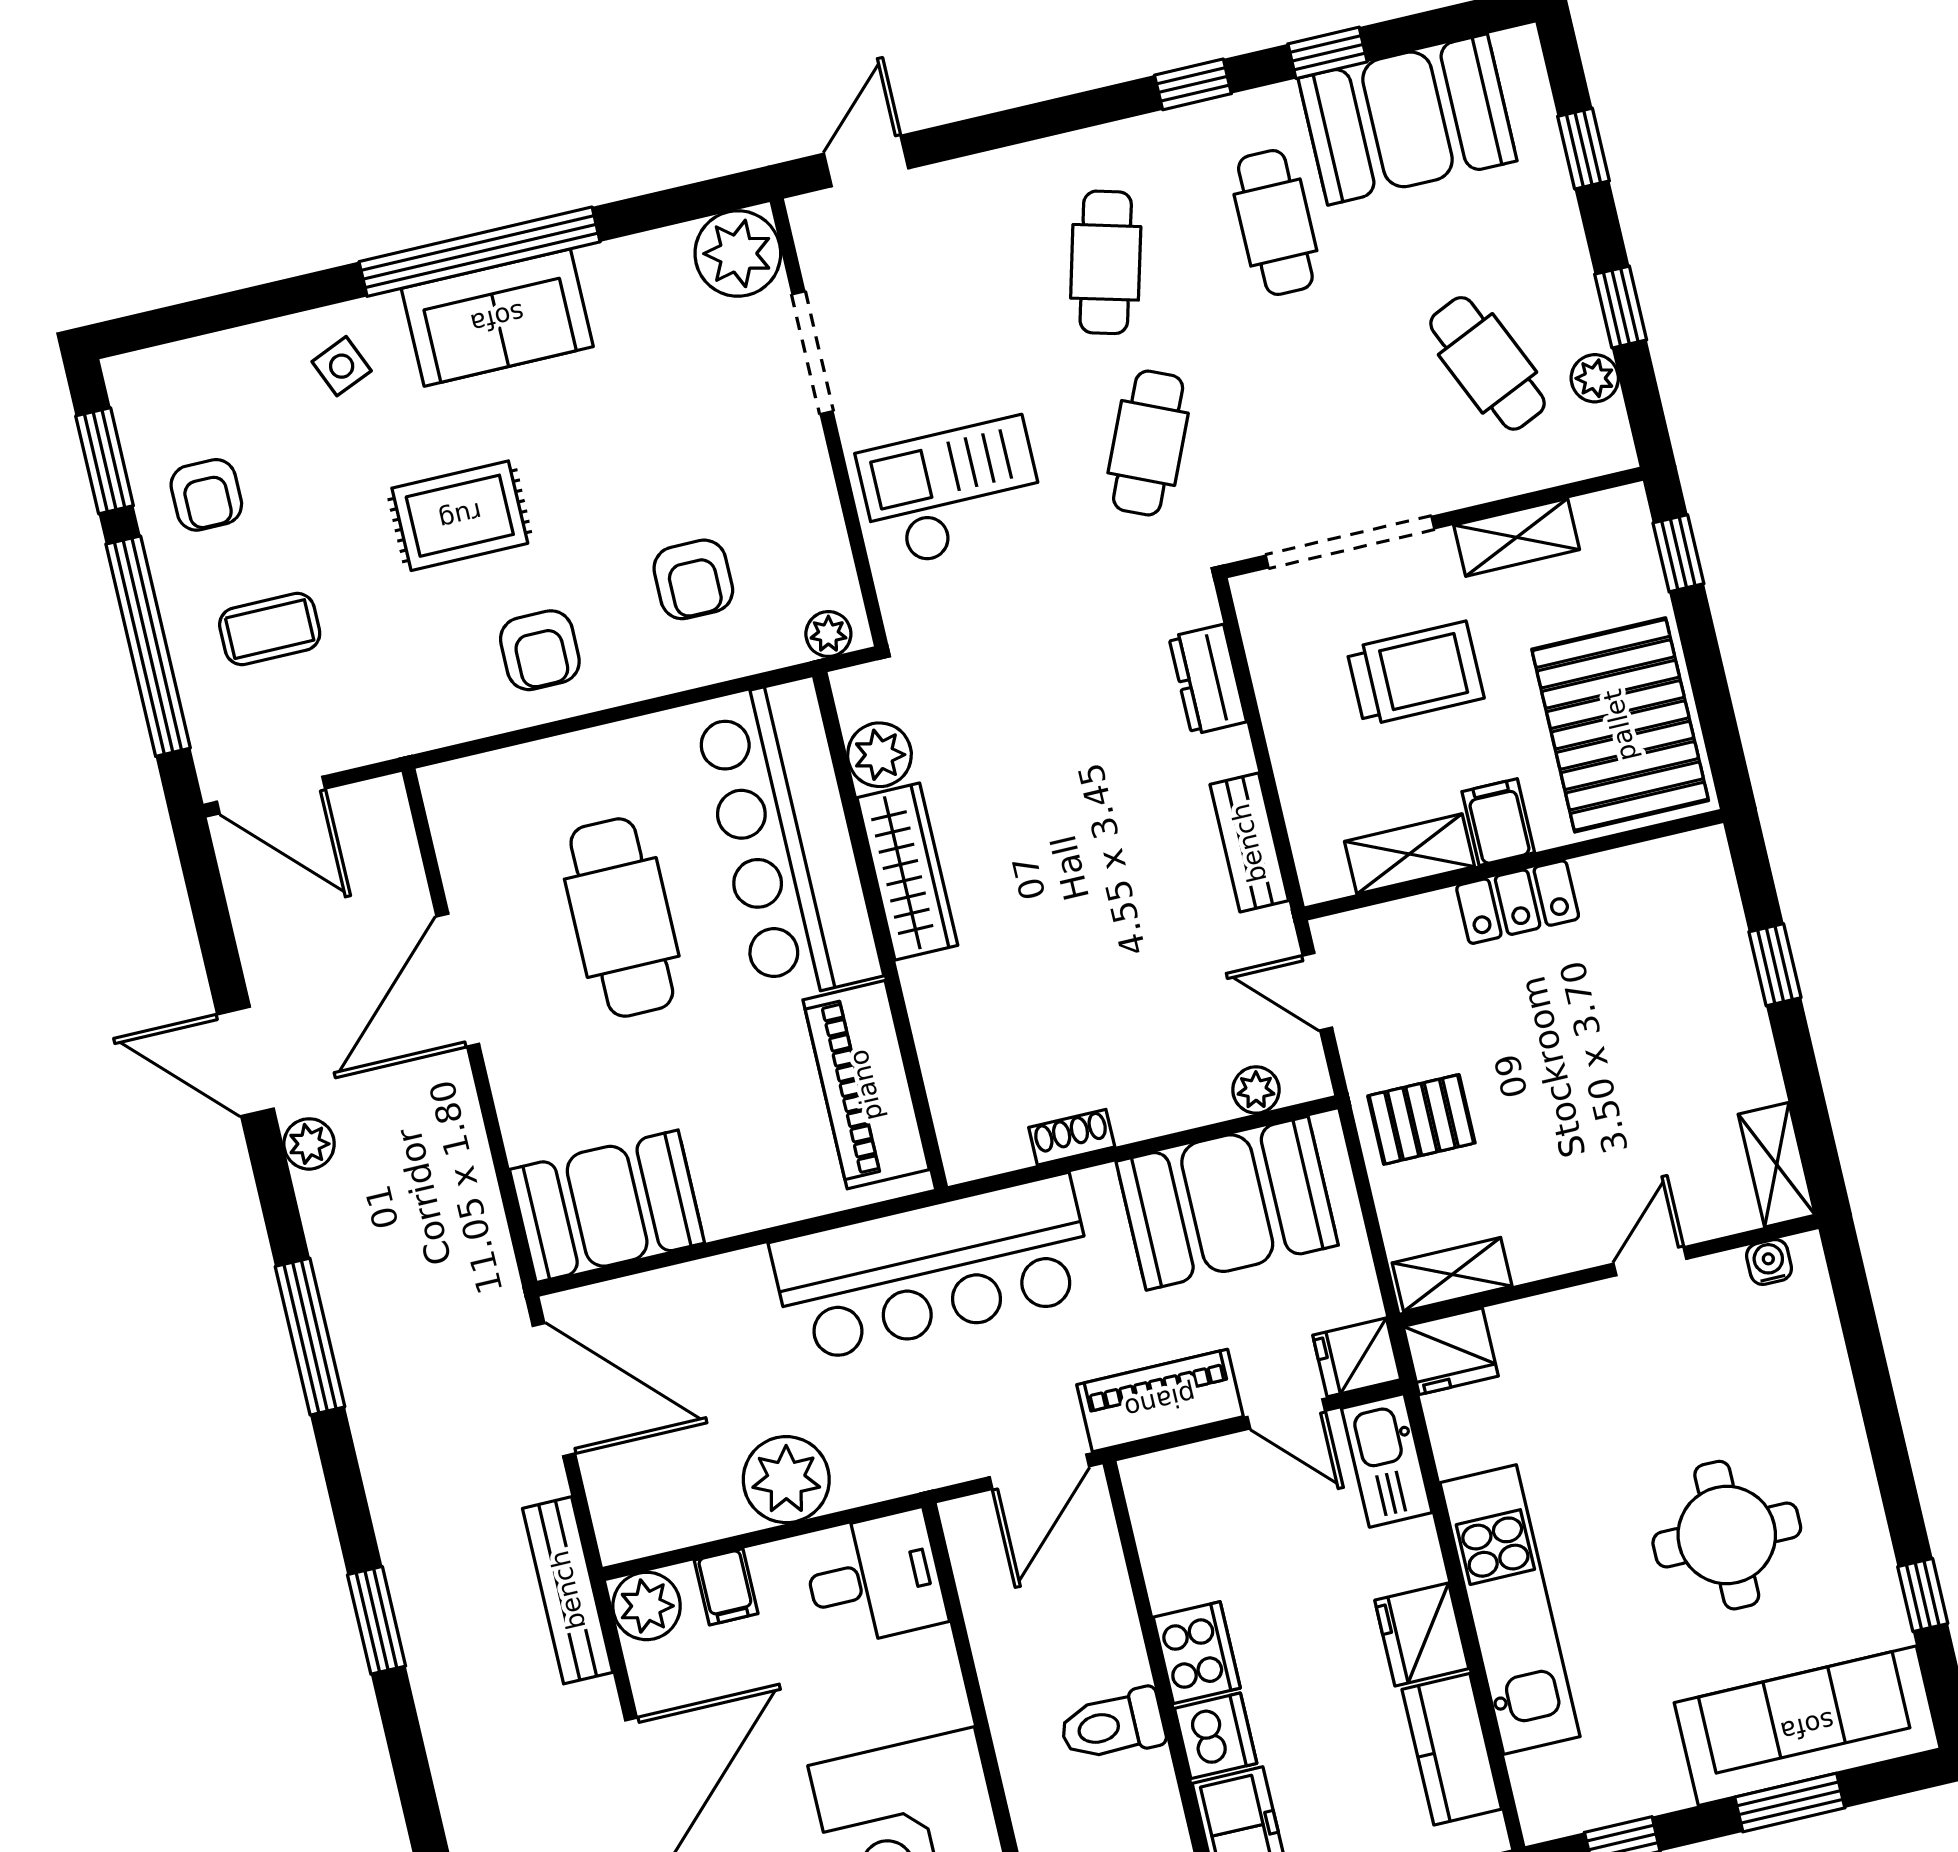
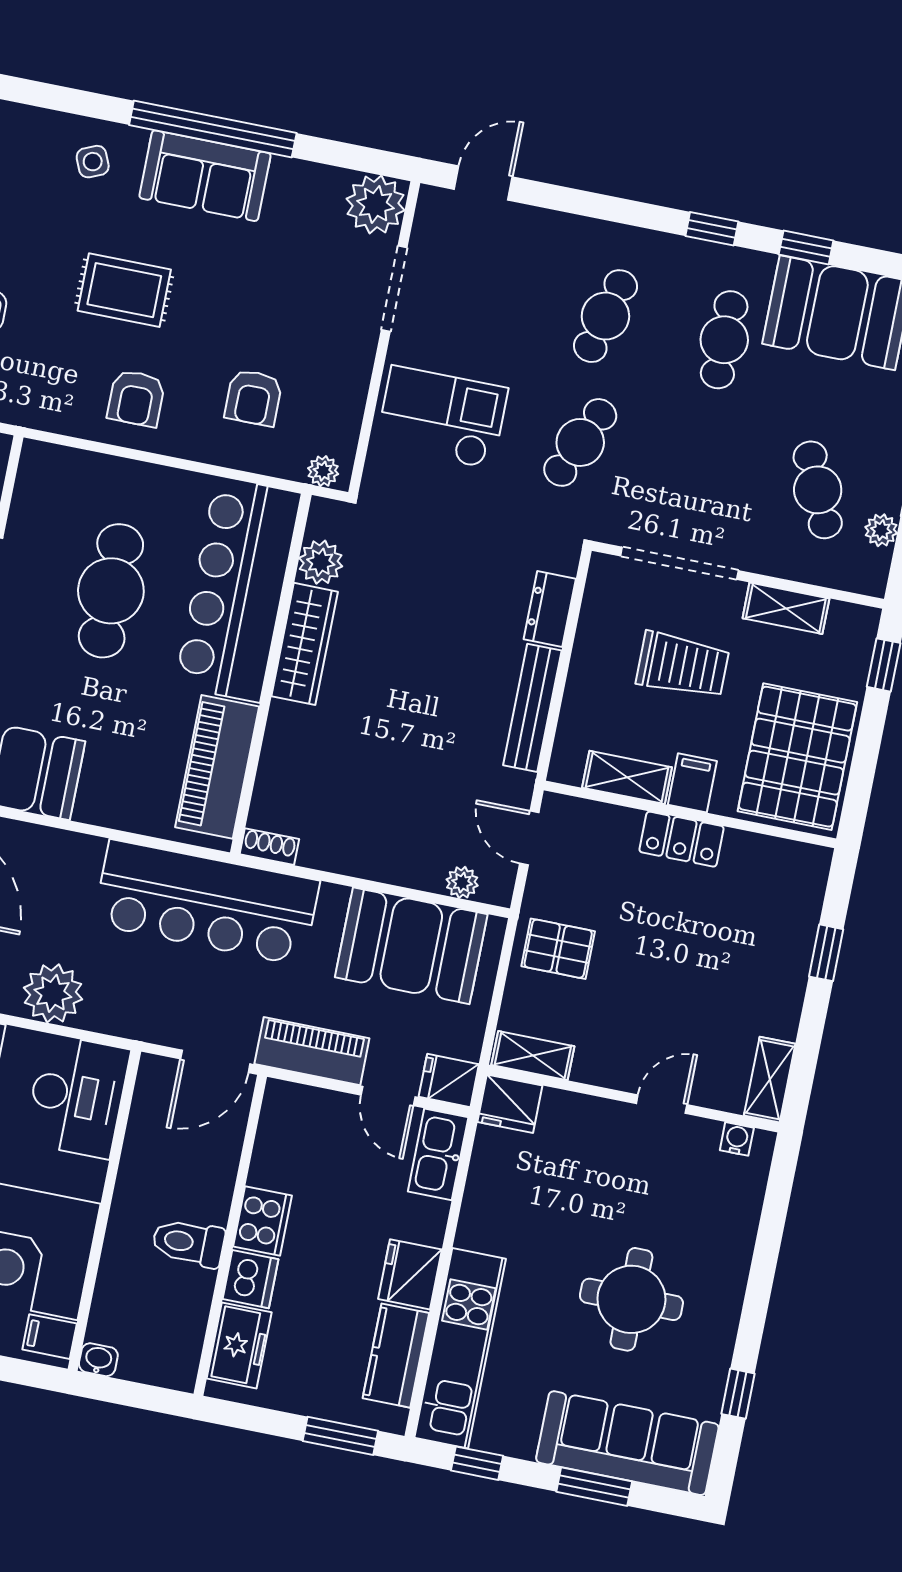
bench: (1249, 843) -> (532, 708), width x1.36
shoe rack: (1072, 1137) -> (269, 847), moved
desk: (874, 1579) -> (77, 1096), width x1.37
kitchen unit: (1510, 1610) -> (460, 1348), moved

